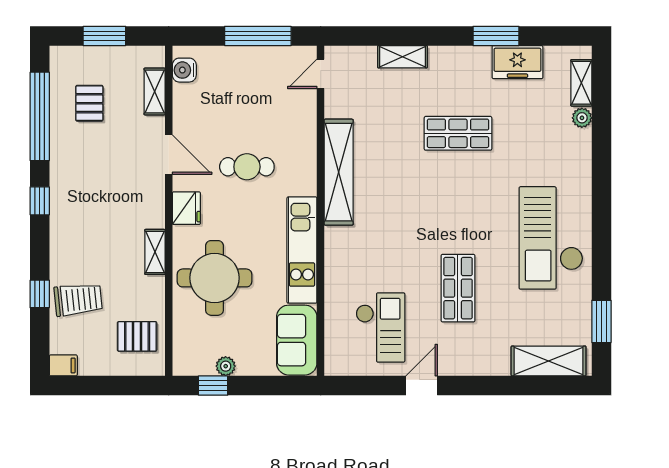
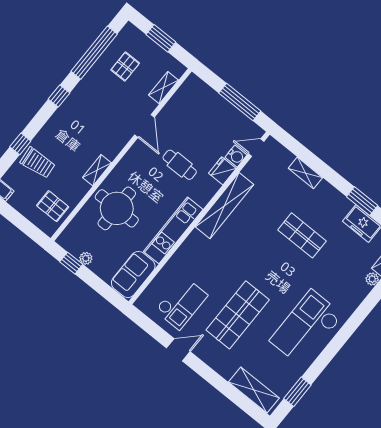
water cooler: (184, 70) -> (236, 156), moved, turned 180
fridge: (186, 208) -> (222, 171), moved, turned 180
shop shelf: (458, 288) -> (238, 315), width x1.43, depth x1.36

